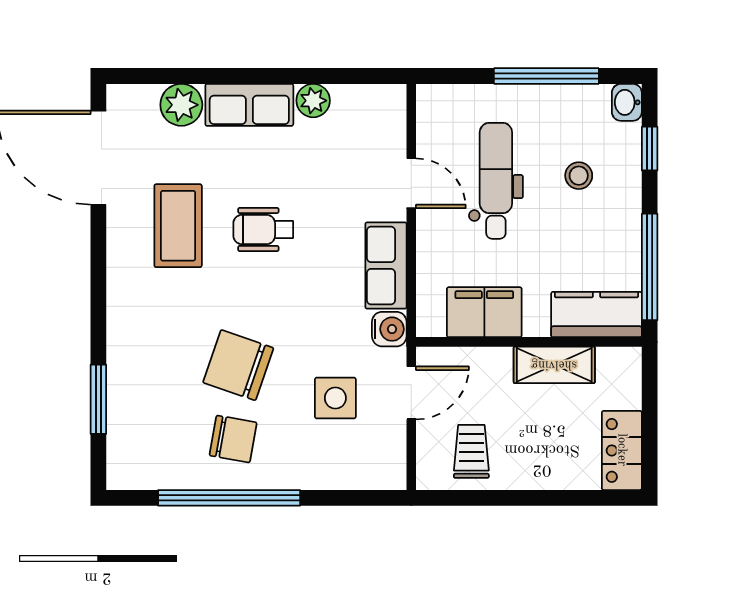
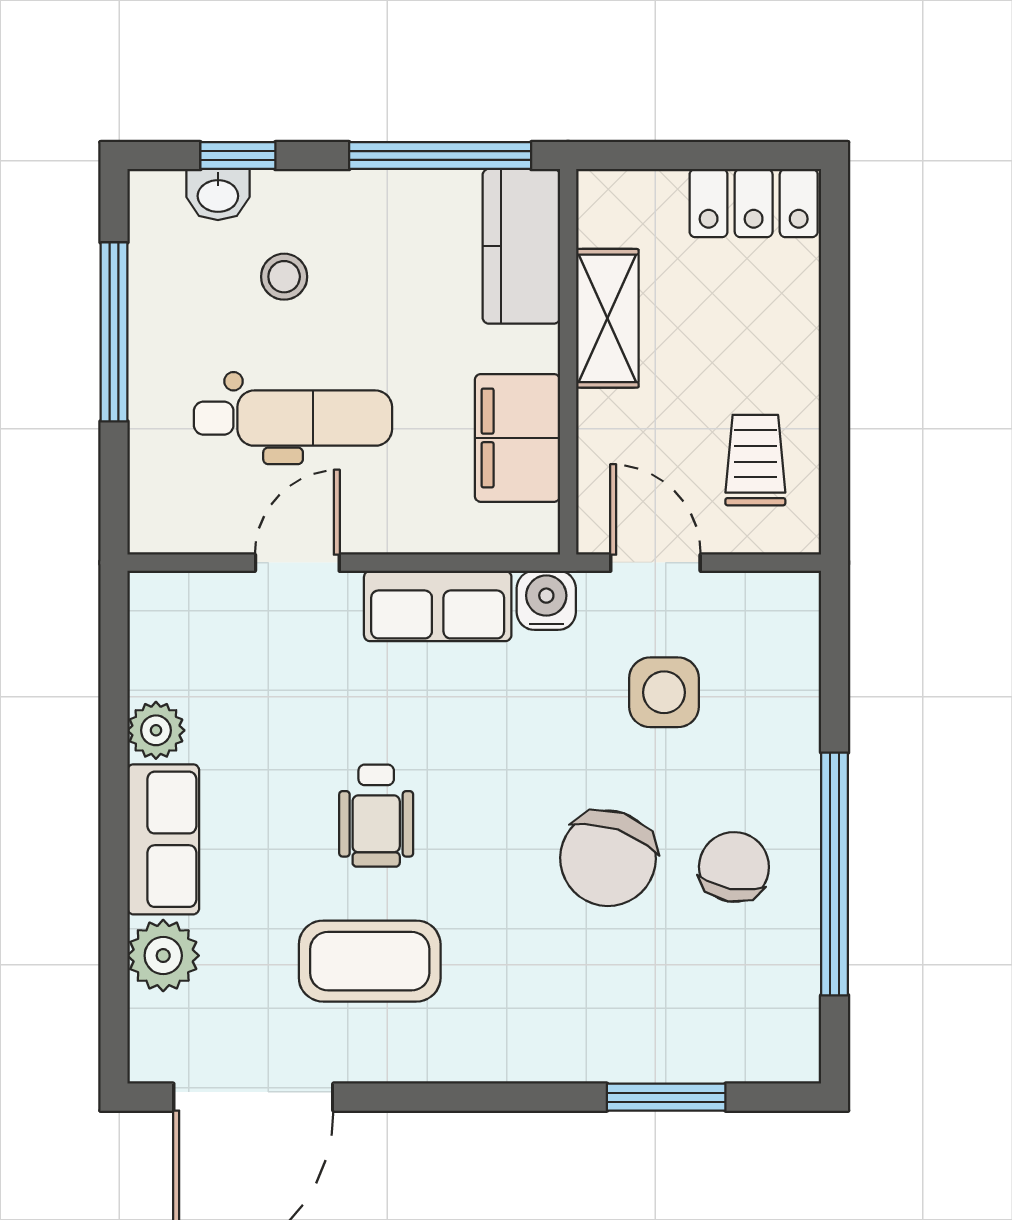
washbasin: (627, 102) -> (218, 194), moved
dental chair: (496, 181) -> (293, 418), turned 180
trolley: (471, 451) -> (755, 460), turned 90

